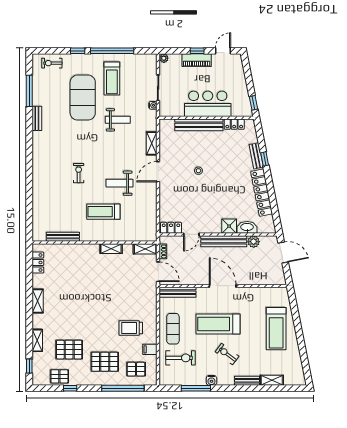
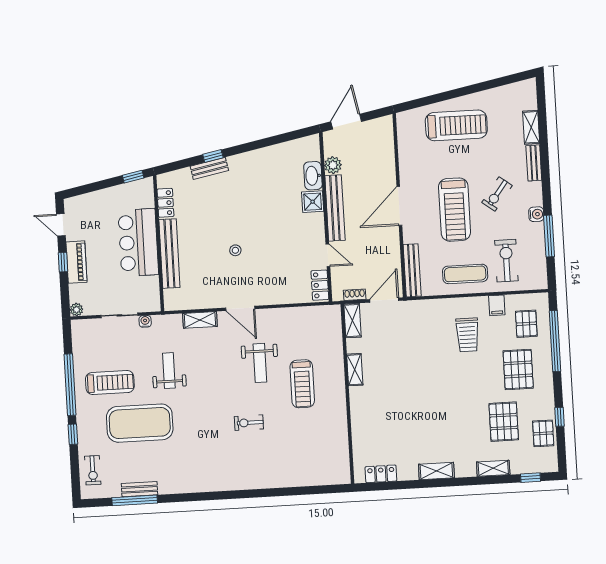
bench: (37, 118) -> (139, 489), moved
locker: (262, 193) -> (262, 158), removed
bench: (63, 237) -> (342, 440), removed

